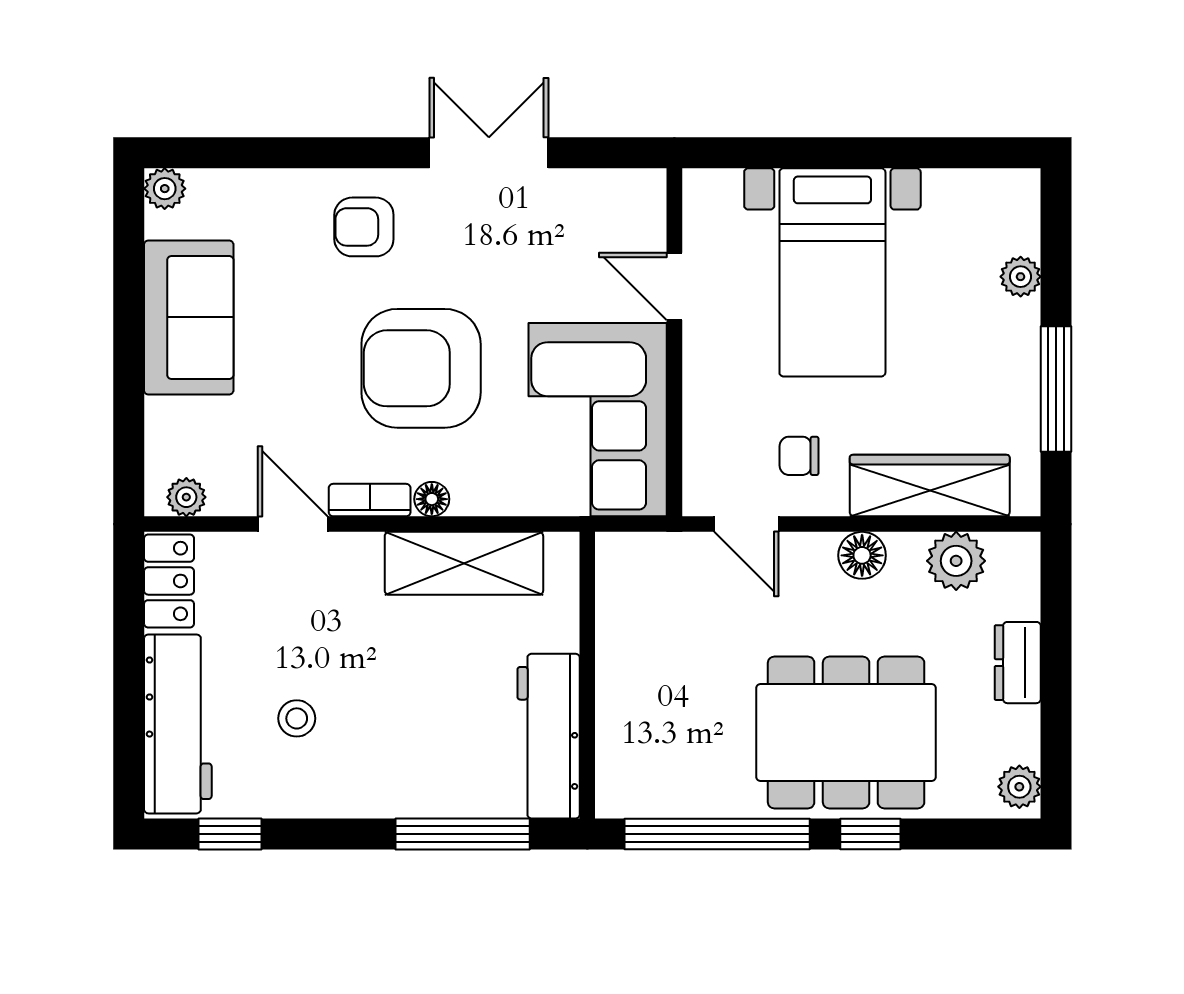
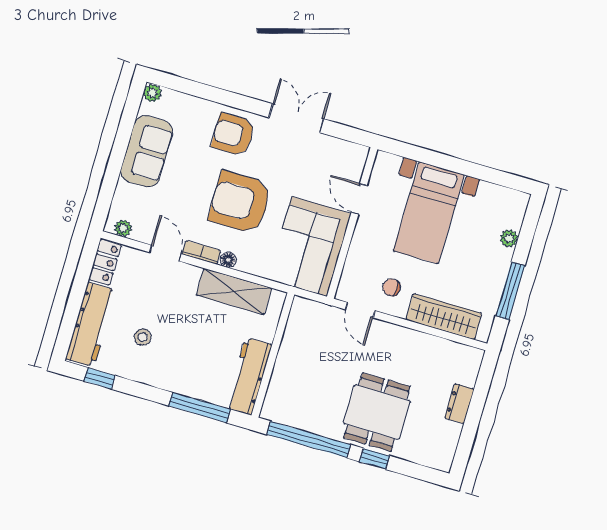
armchair: (364, 227) -> (233, 134), width x1.38, depth x1.38
floor lamp: (862, 555) -> (406, 338), removed
plant: (956, 561) -> (446, 352), removed
dining table: (846, 732) -> (377, 412), width x0.73
plant: (1019, 787) -> (444, 457), removed

